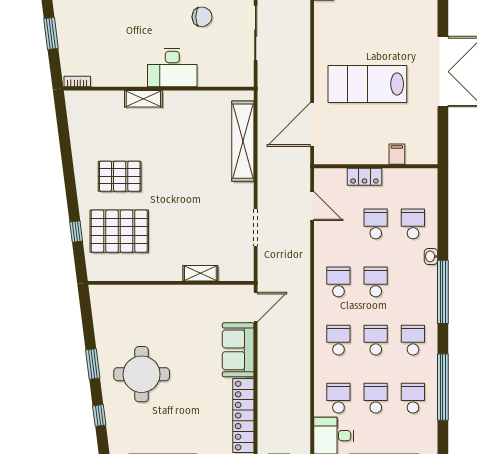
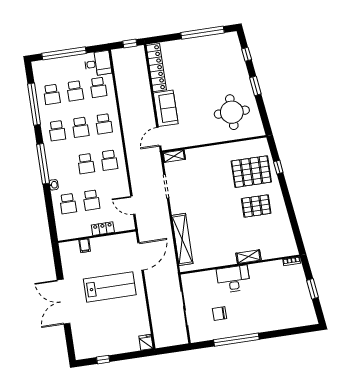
shelving: (200, 273) -> (174, 156), moved
round table: (142, 374) -> (232, 112), moved

